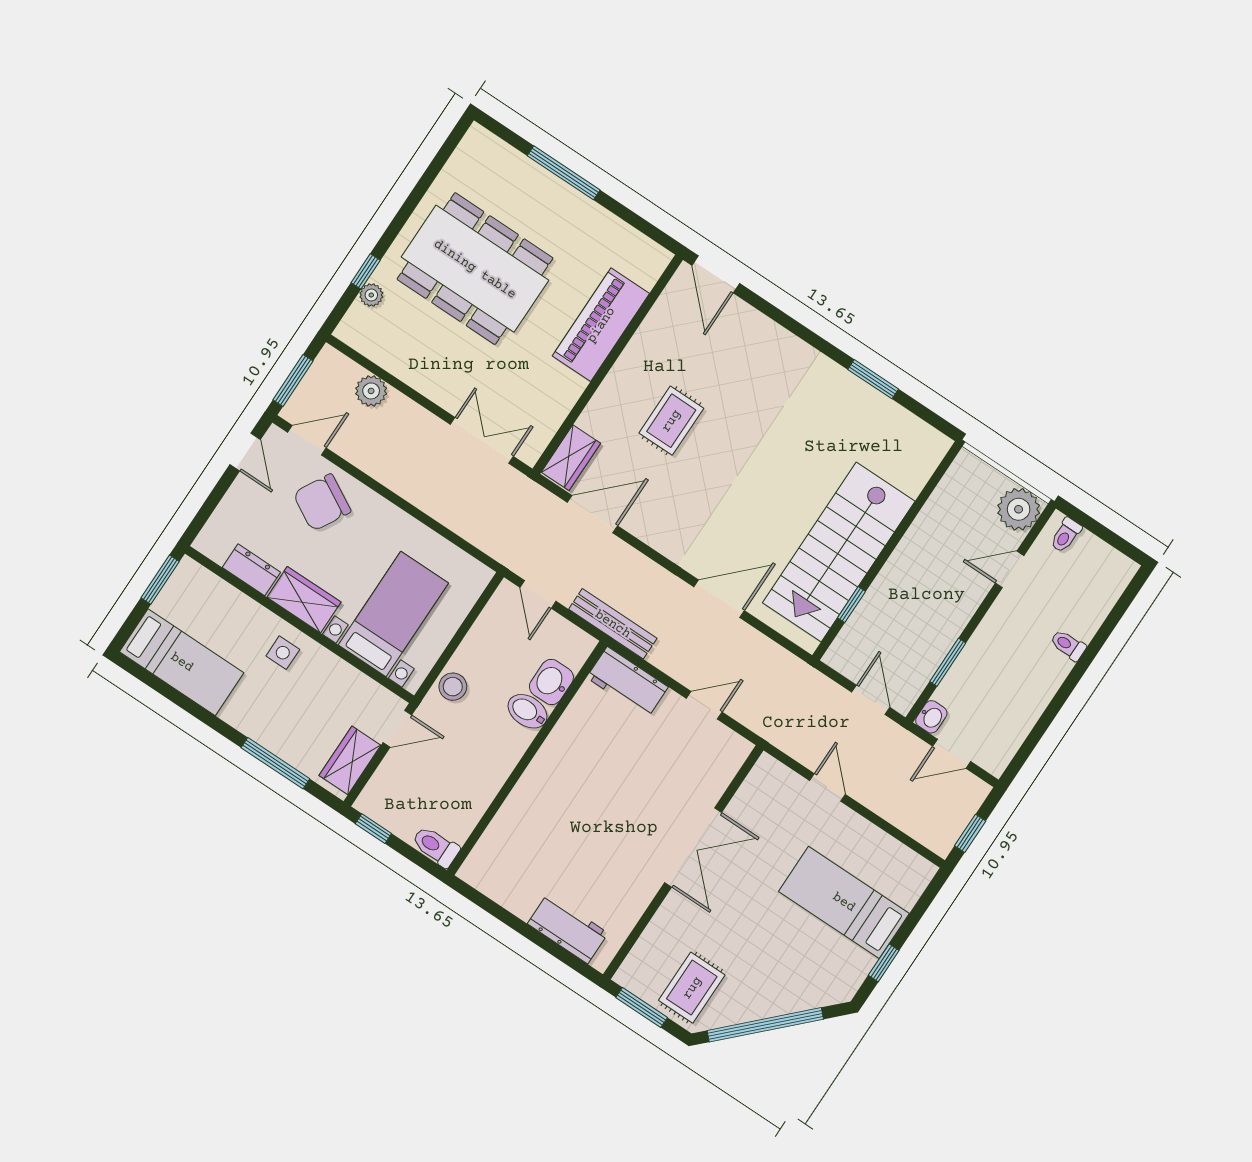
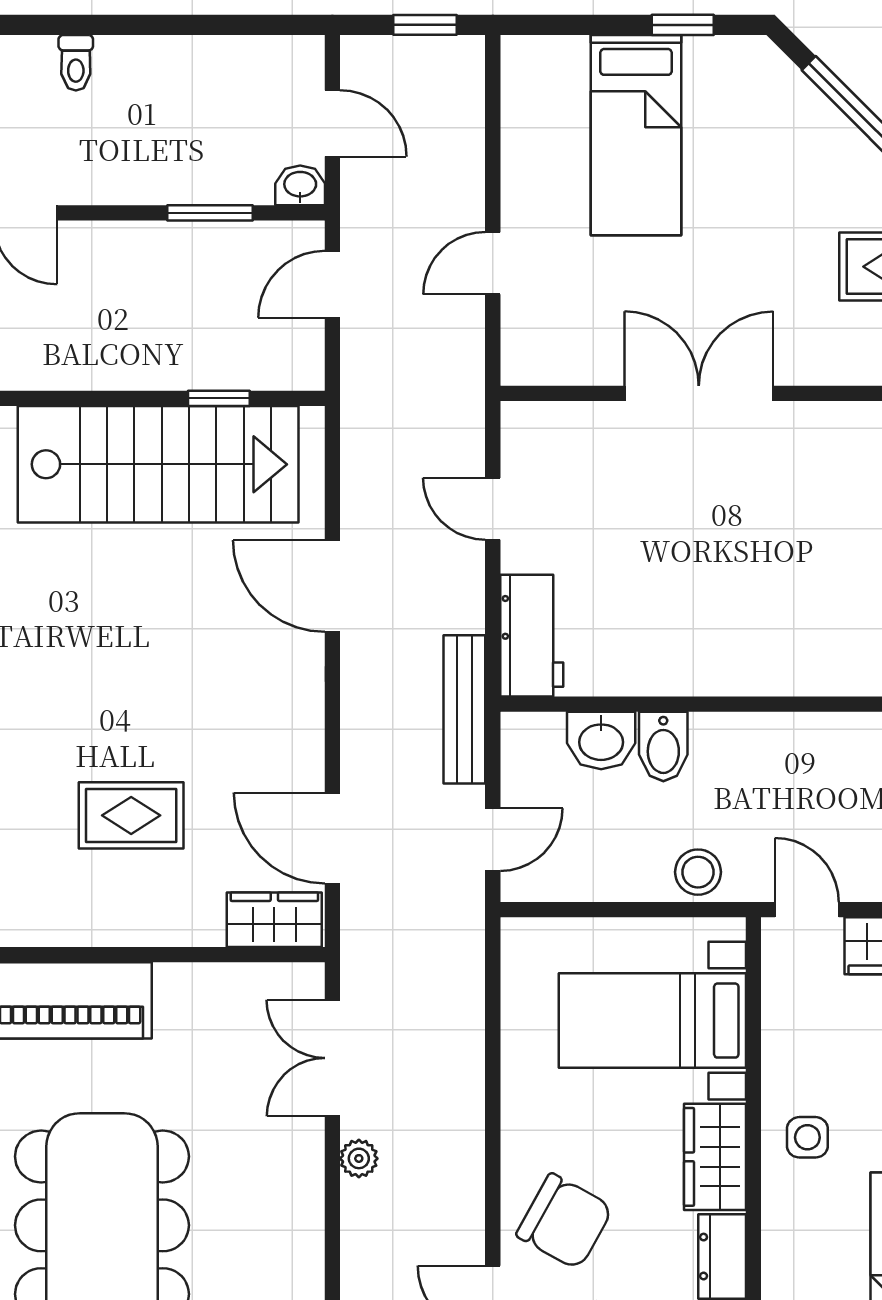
plant: (371, 391) -> (359, 1158), moved, width x0.73, depth x0.73

